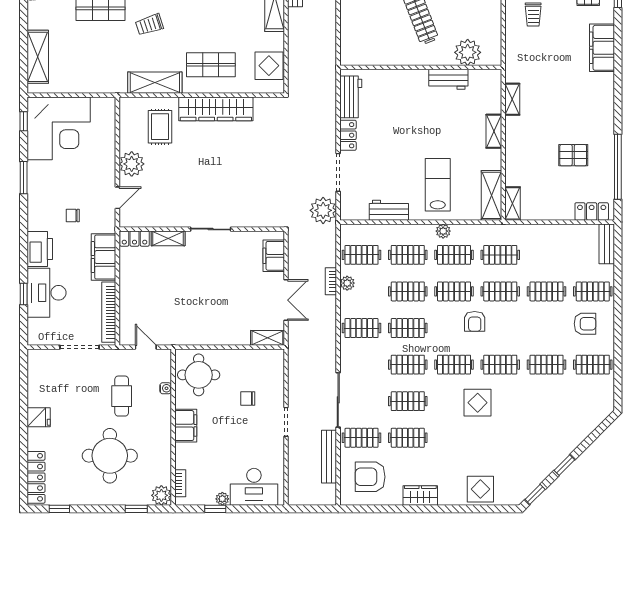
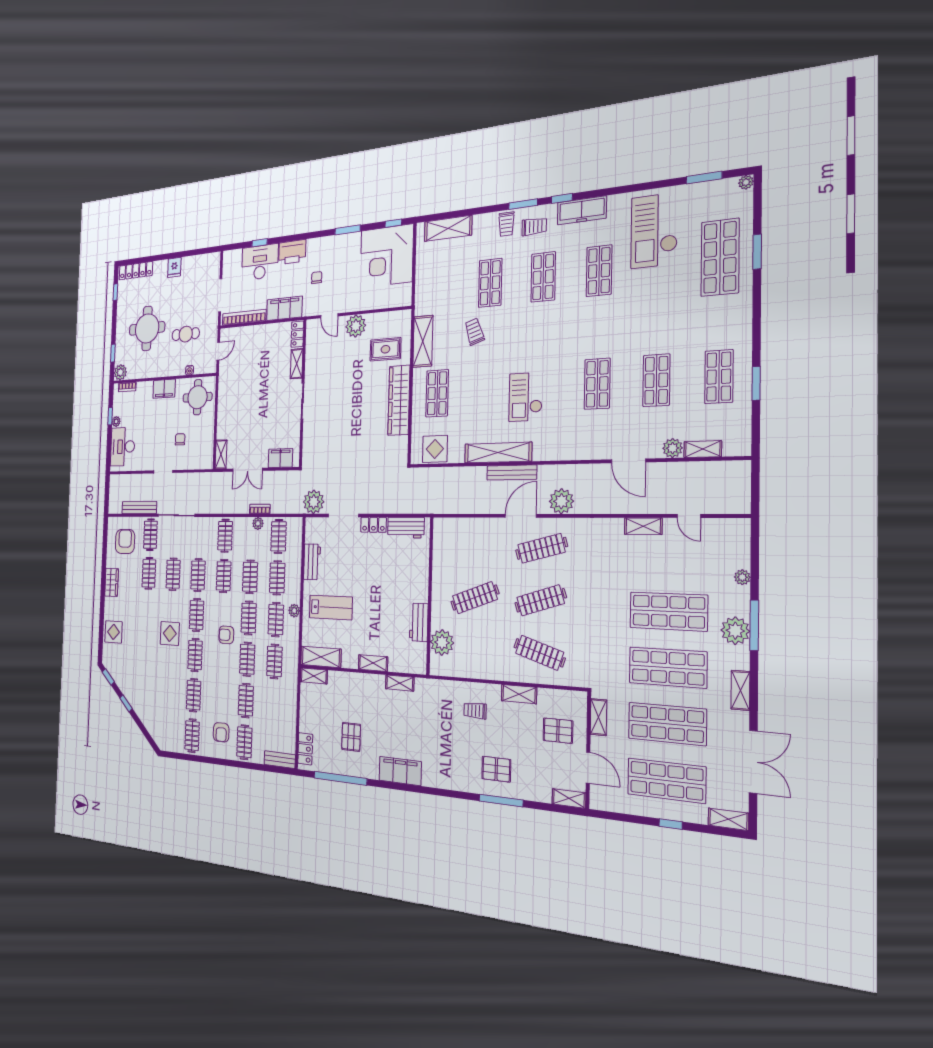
filing cabinet: (602, 48) -> (400, 771), moved

